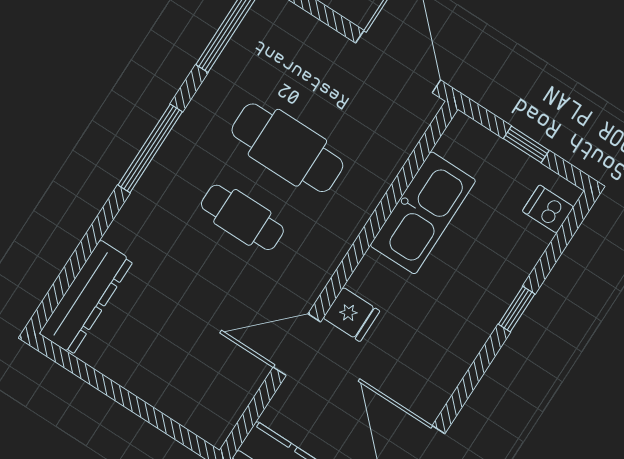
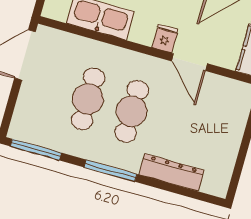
cafe table: (242, 217) -> (132, 111), width x1.37, depth x1.35
dresser: (86, 297) -> (172, 172), moved

